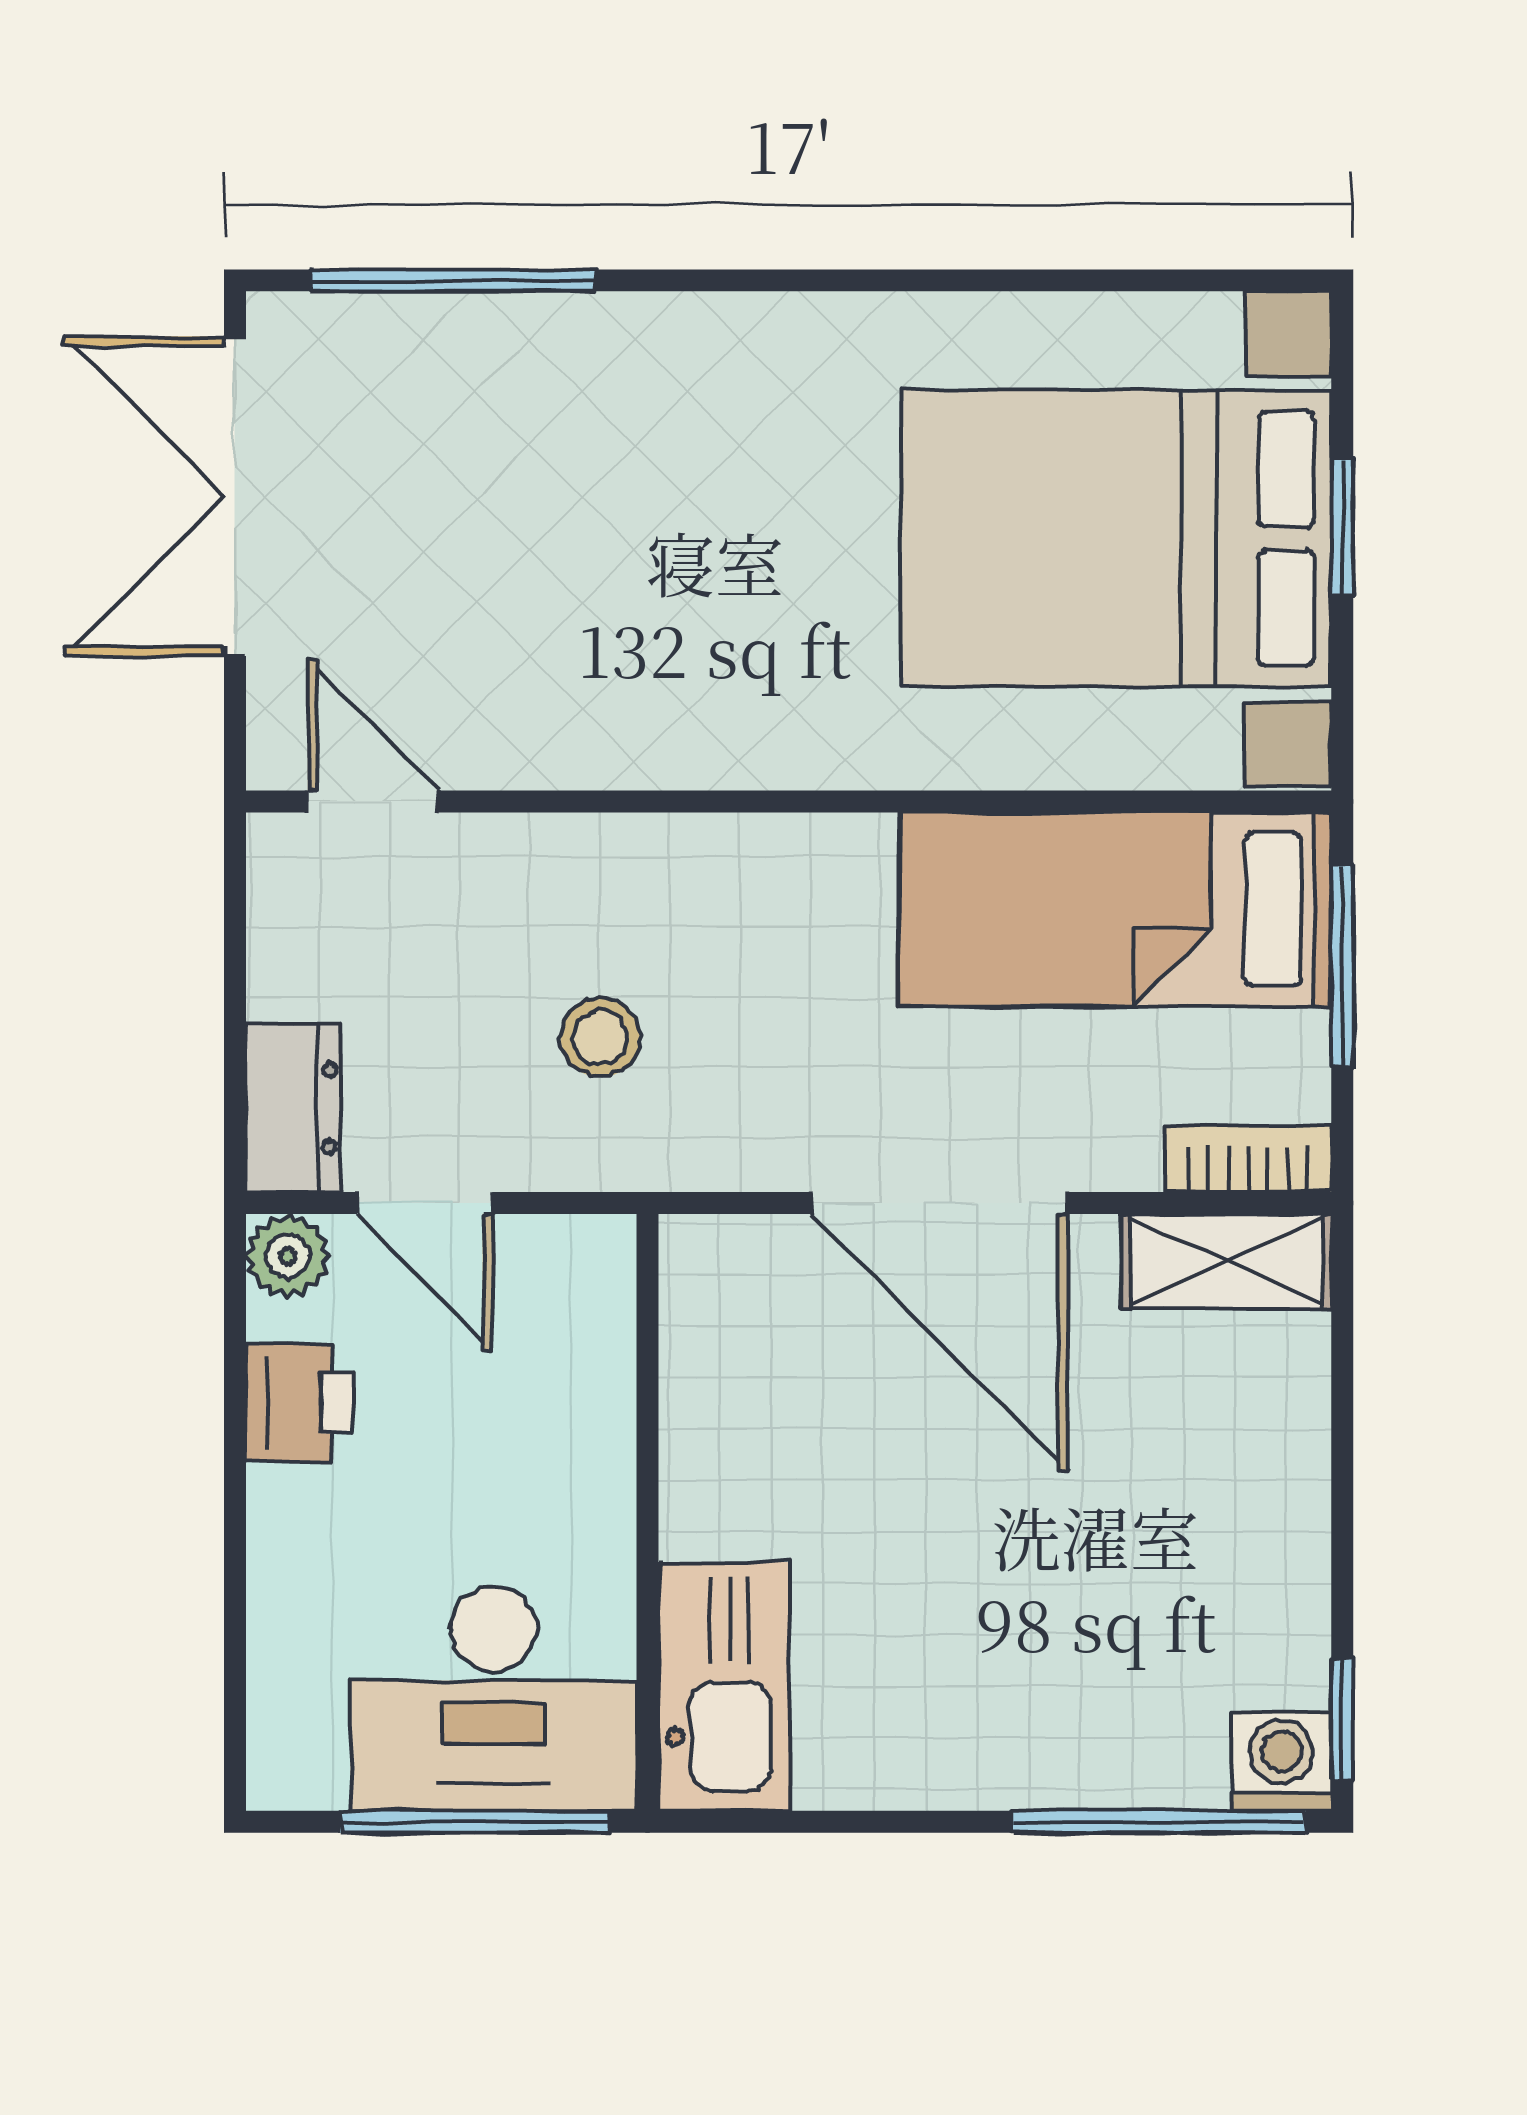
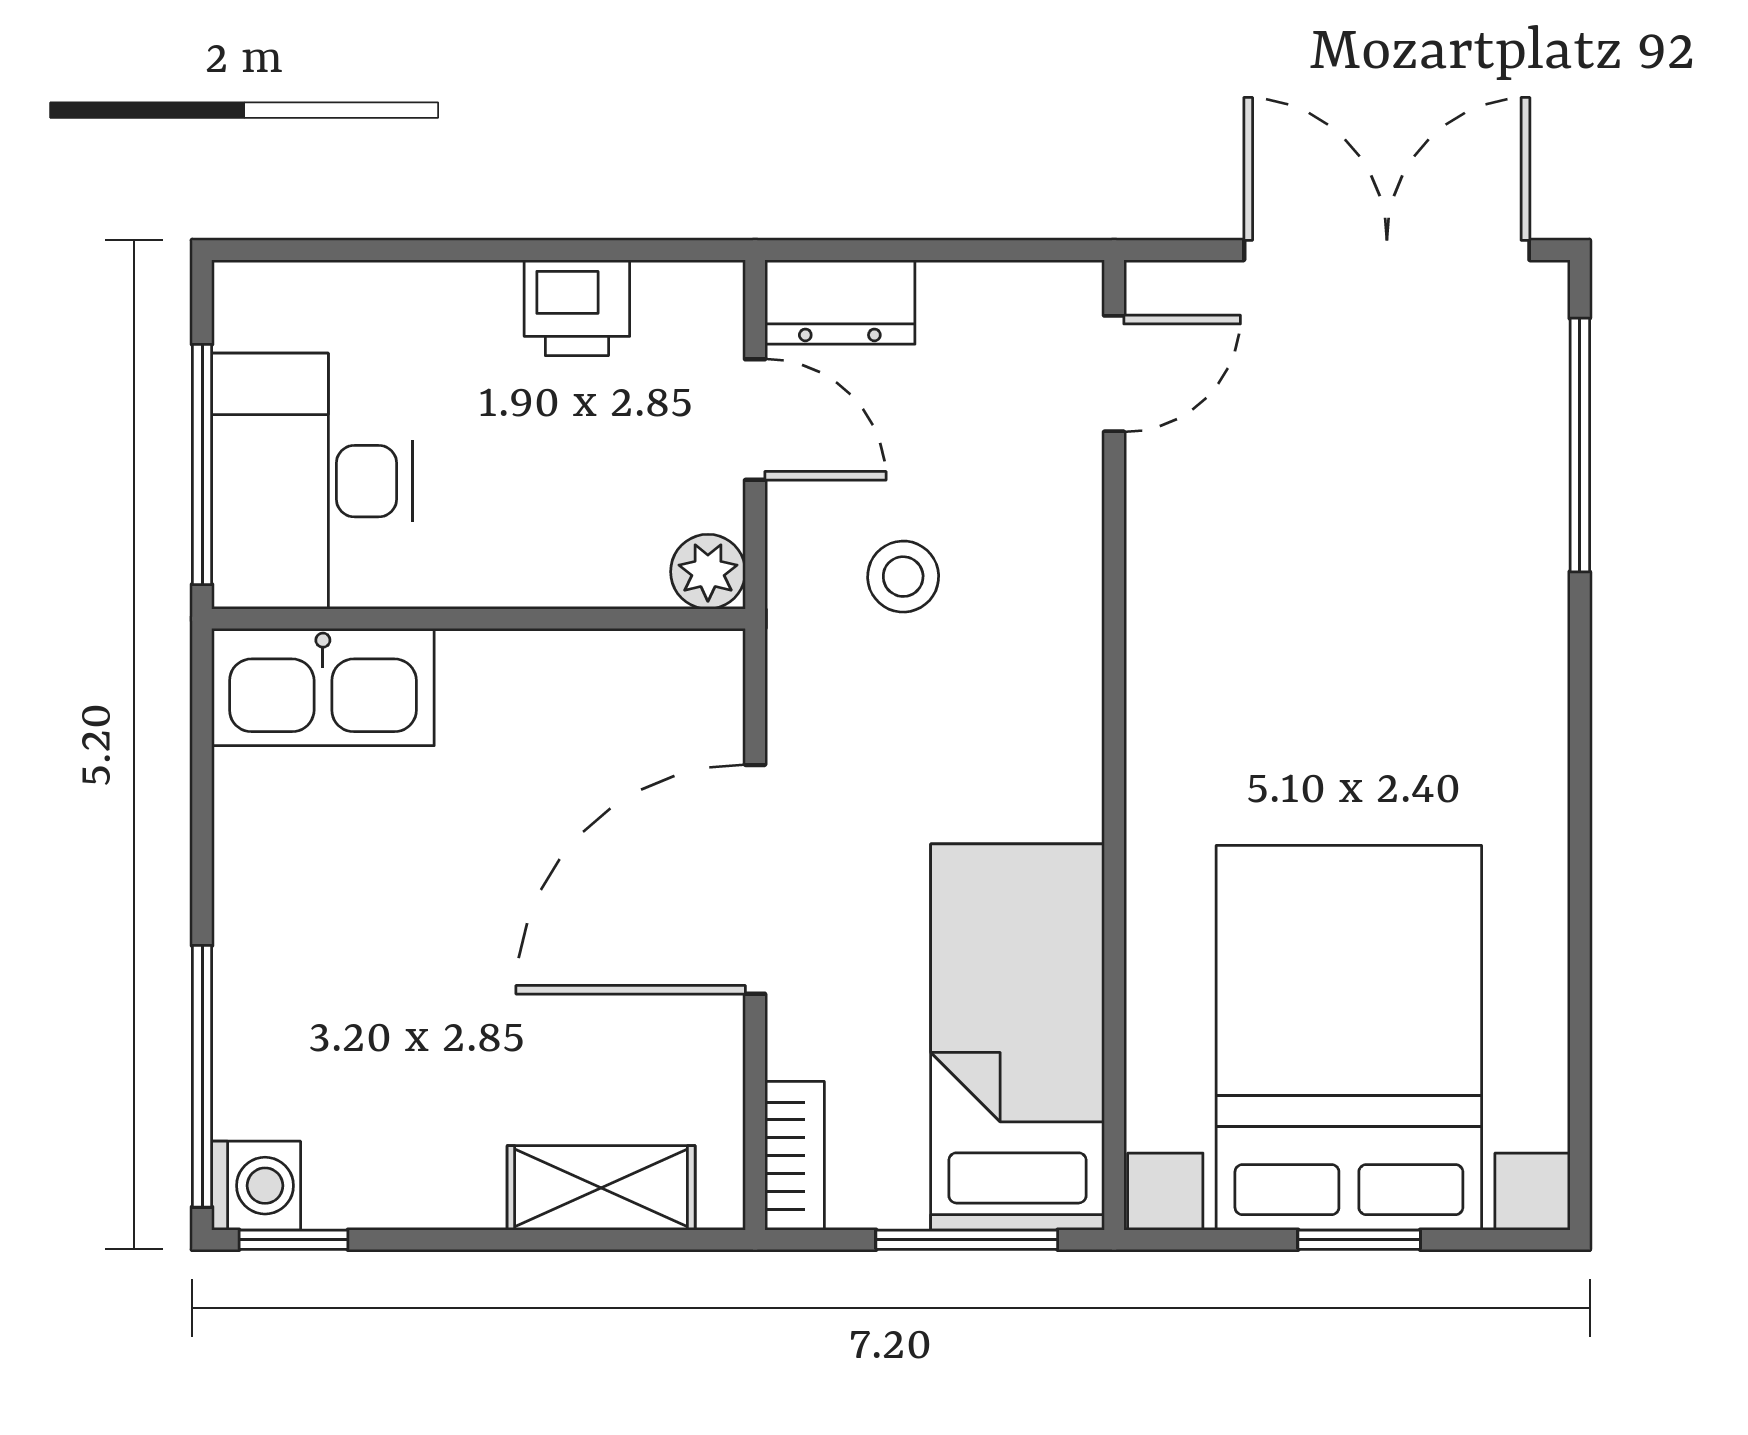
door: (425, 1203) -> (755, 420), swing flipped
plant: (288, 1256) -> (708, 572), moved
shelving: (1226, 1261) -> (601, 1188), moved, turned 90

